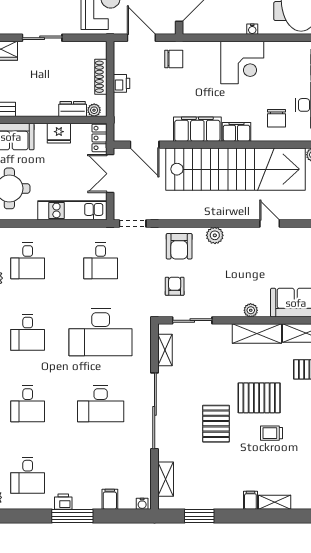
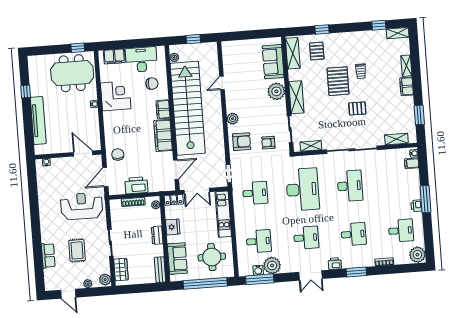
corner desk: (242, 62) -> (116, 96), moved
printer: (122, 83) -> (136, 185), width x1.87, depth x1.48
dresser: (73, 109) -> (157, 235), moved
plant: (251, 310) -> (276, 91), width x1.88, depth x1.88
shelving: (257, 334) -> (296, 97), moved
pallet: (216, 424) -> (357, 108), width x0.67, depth x0.71
filing cabinet: (110, 499) -> (412, 163), moved
filing cabinet: (250, 500) -> (407, 86), width x2.00

